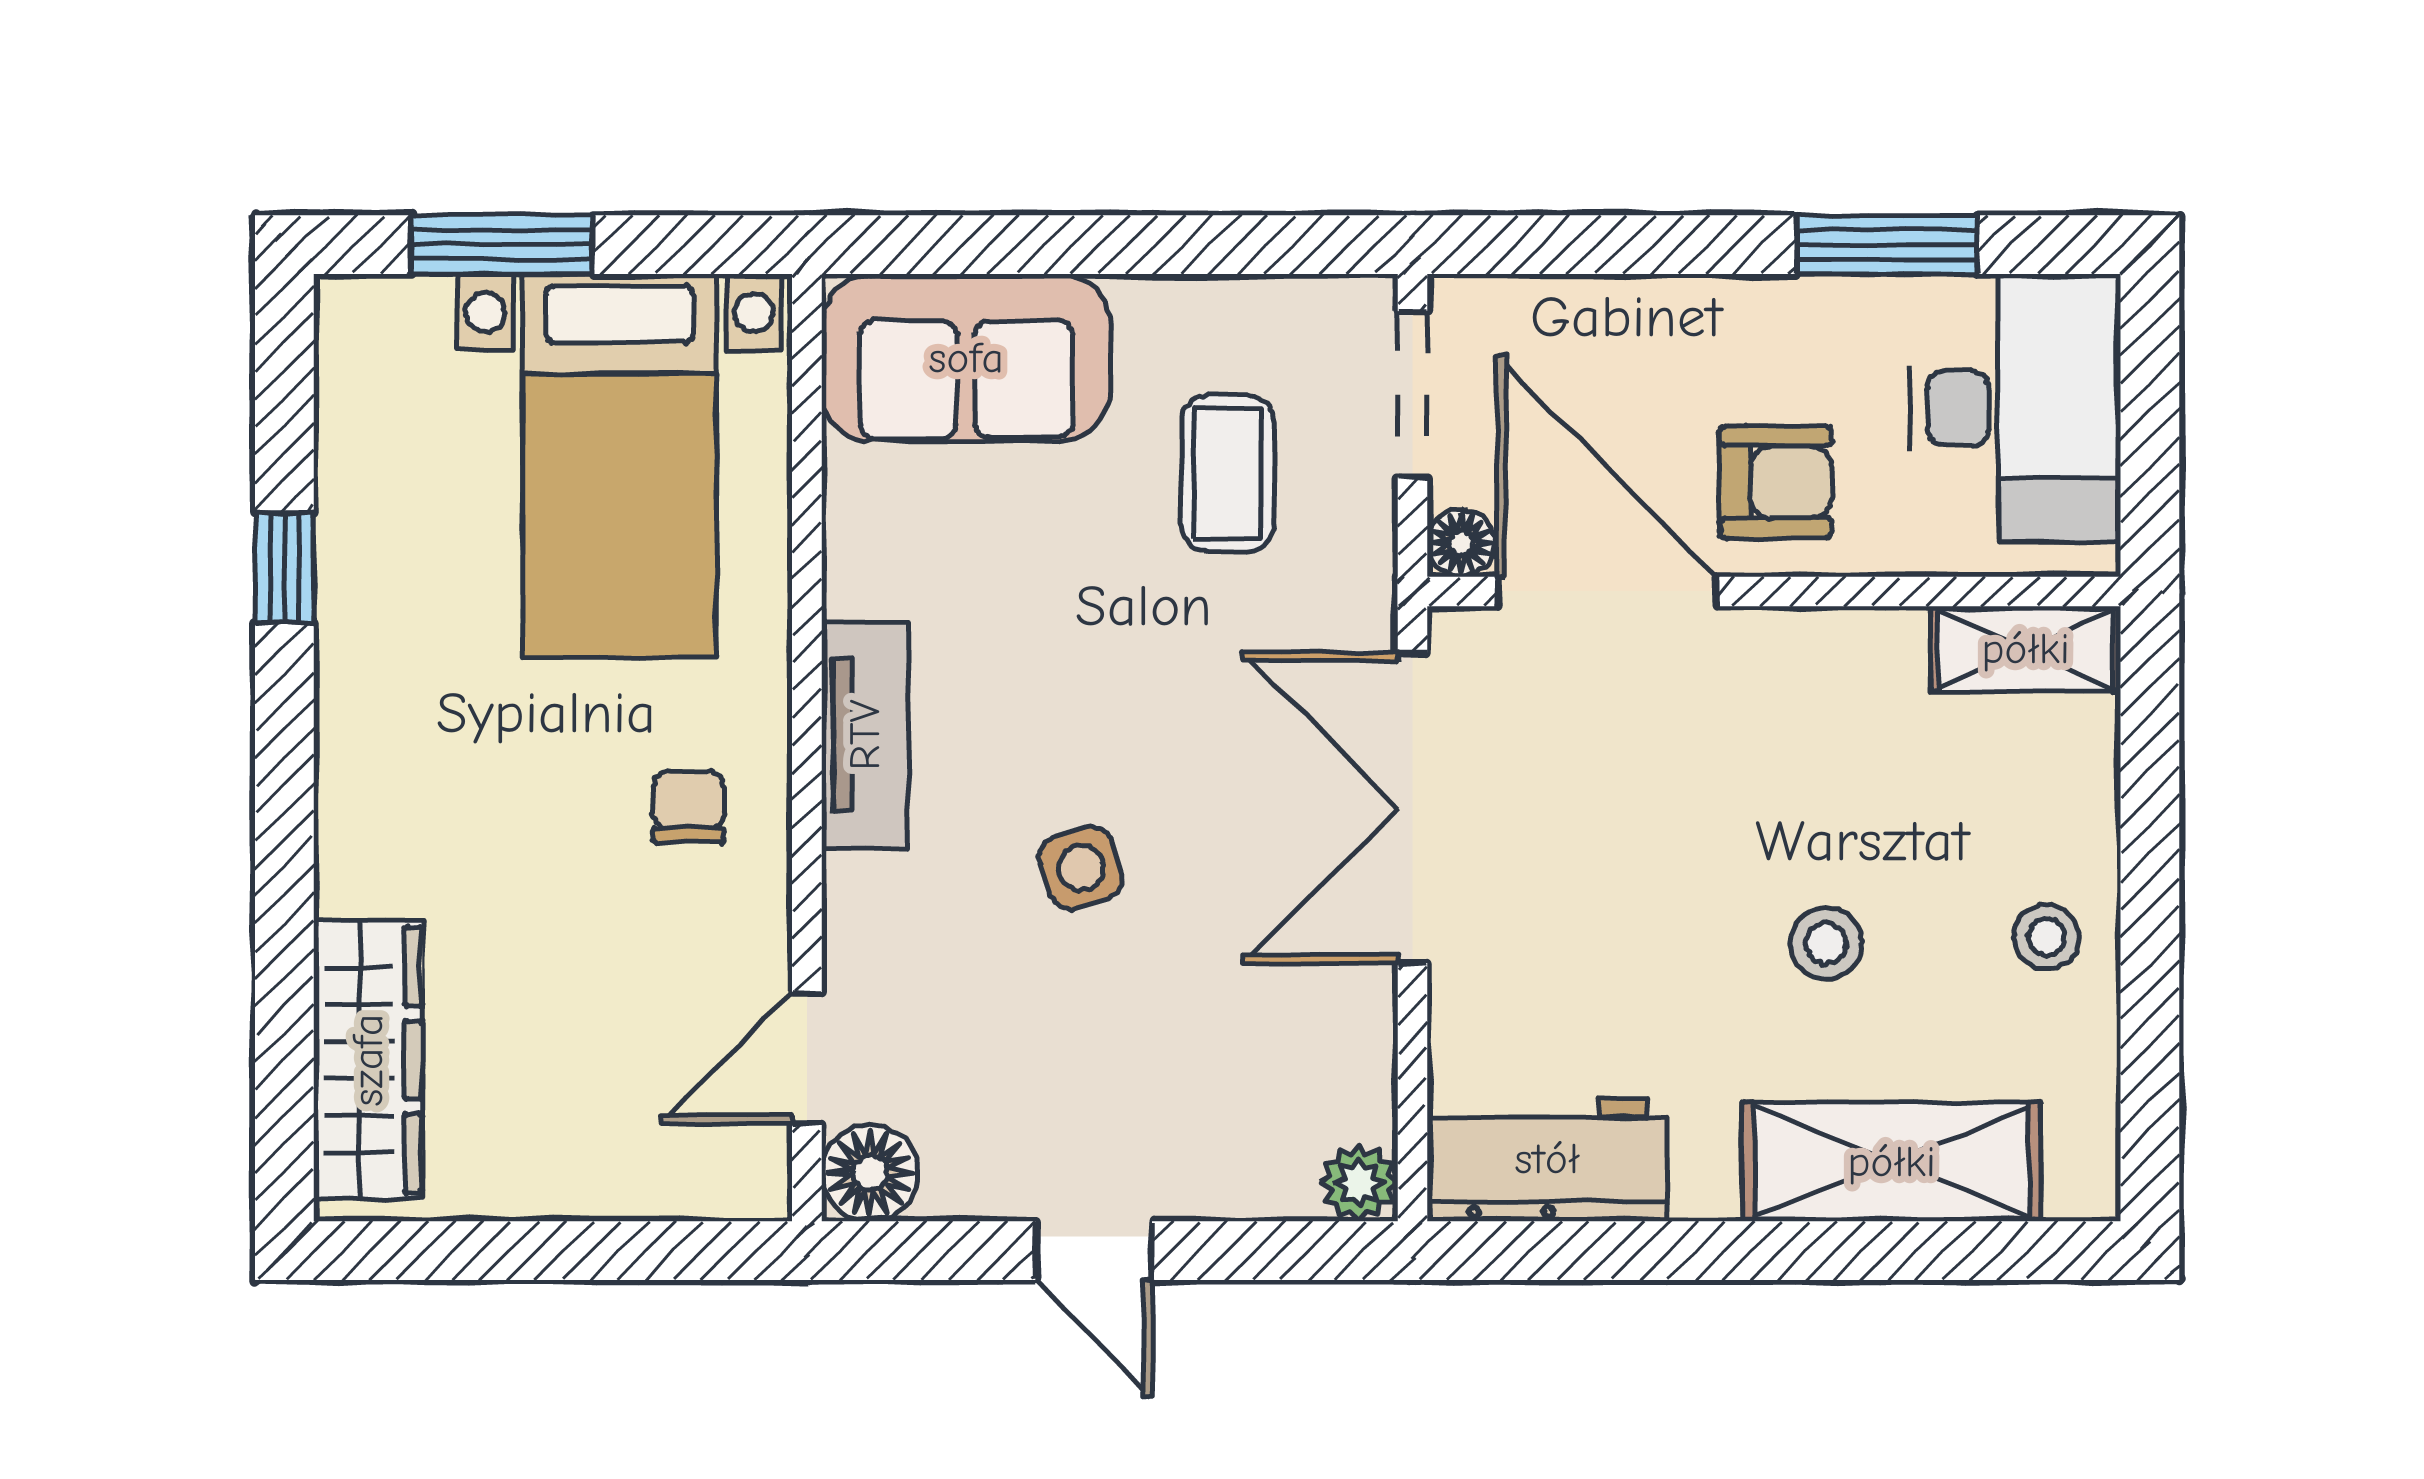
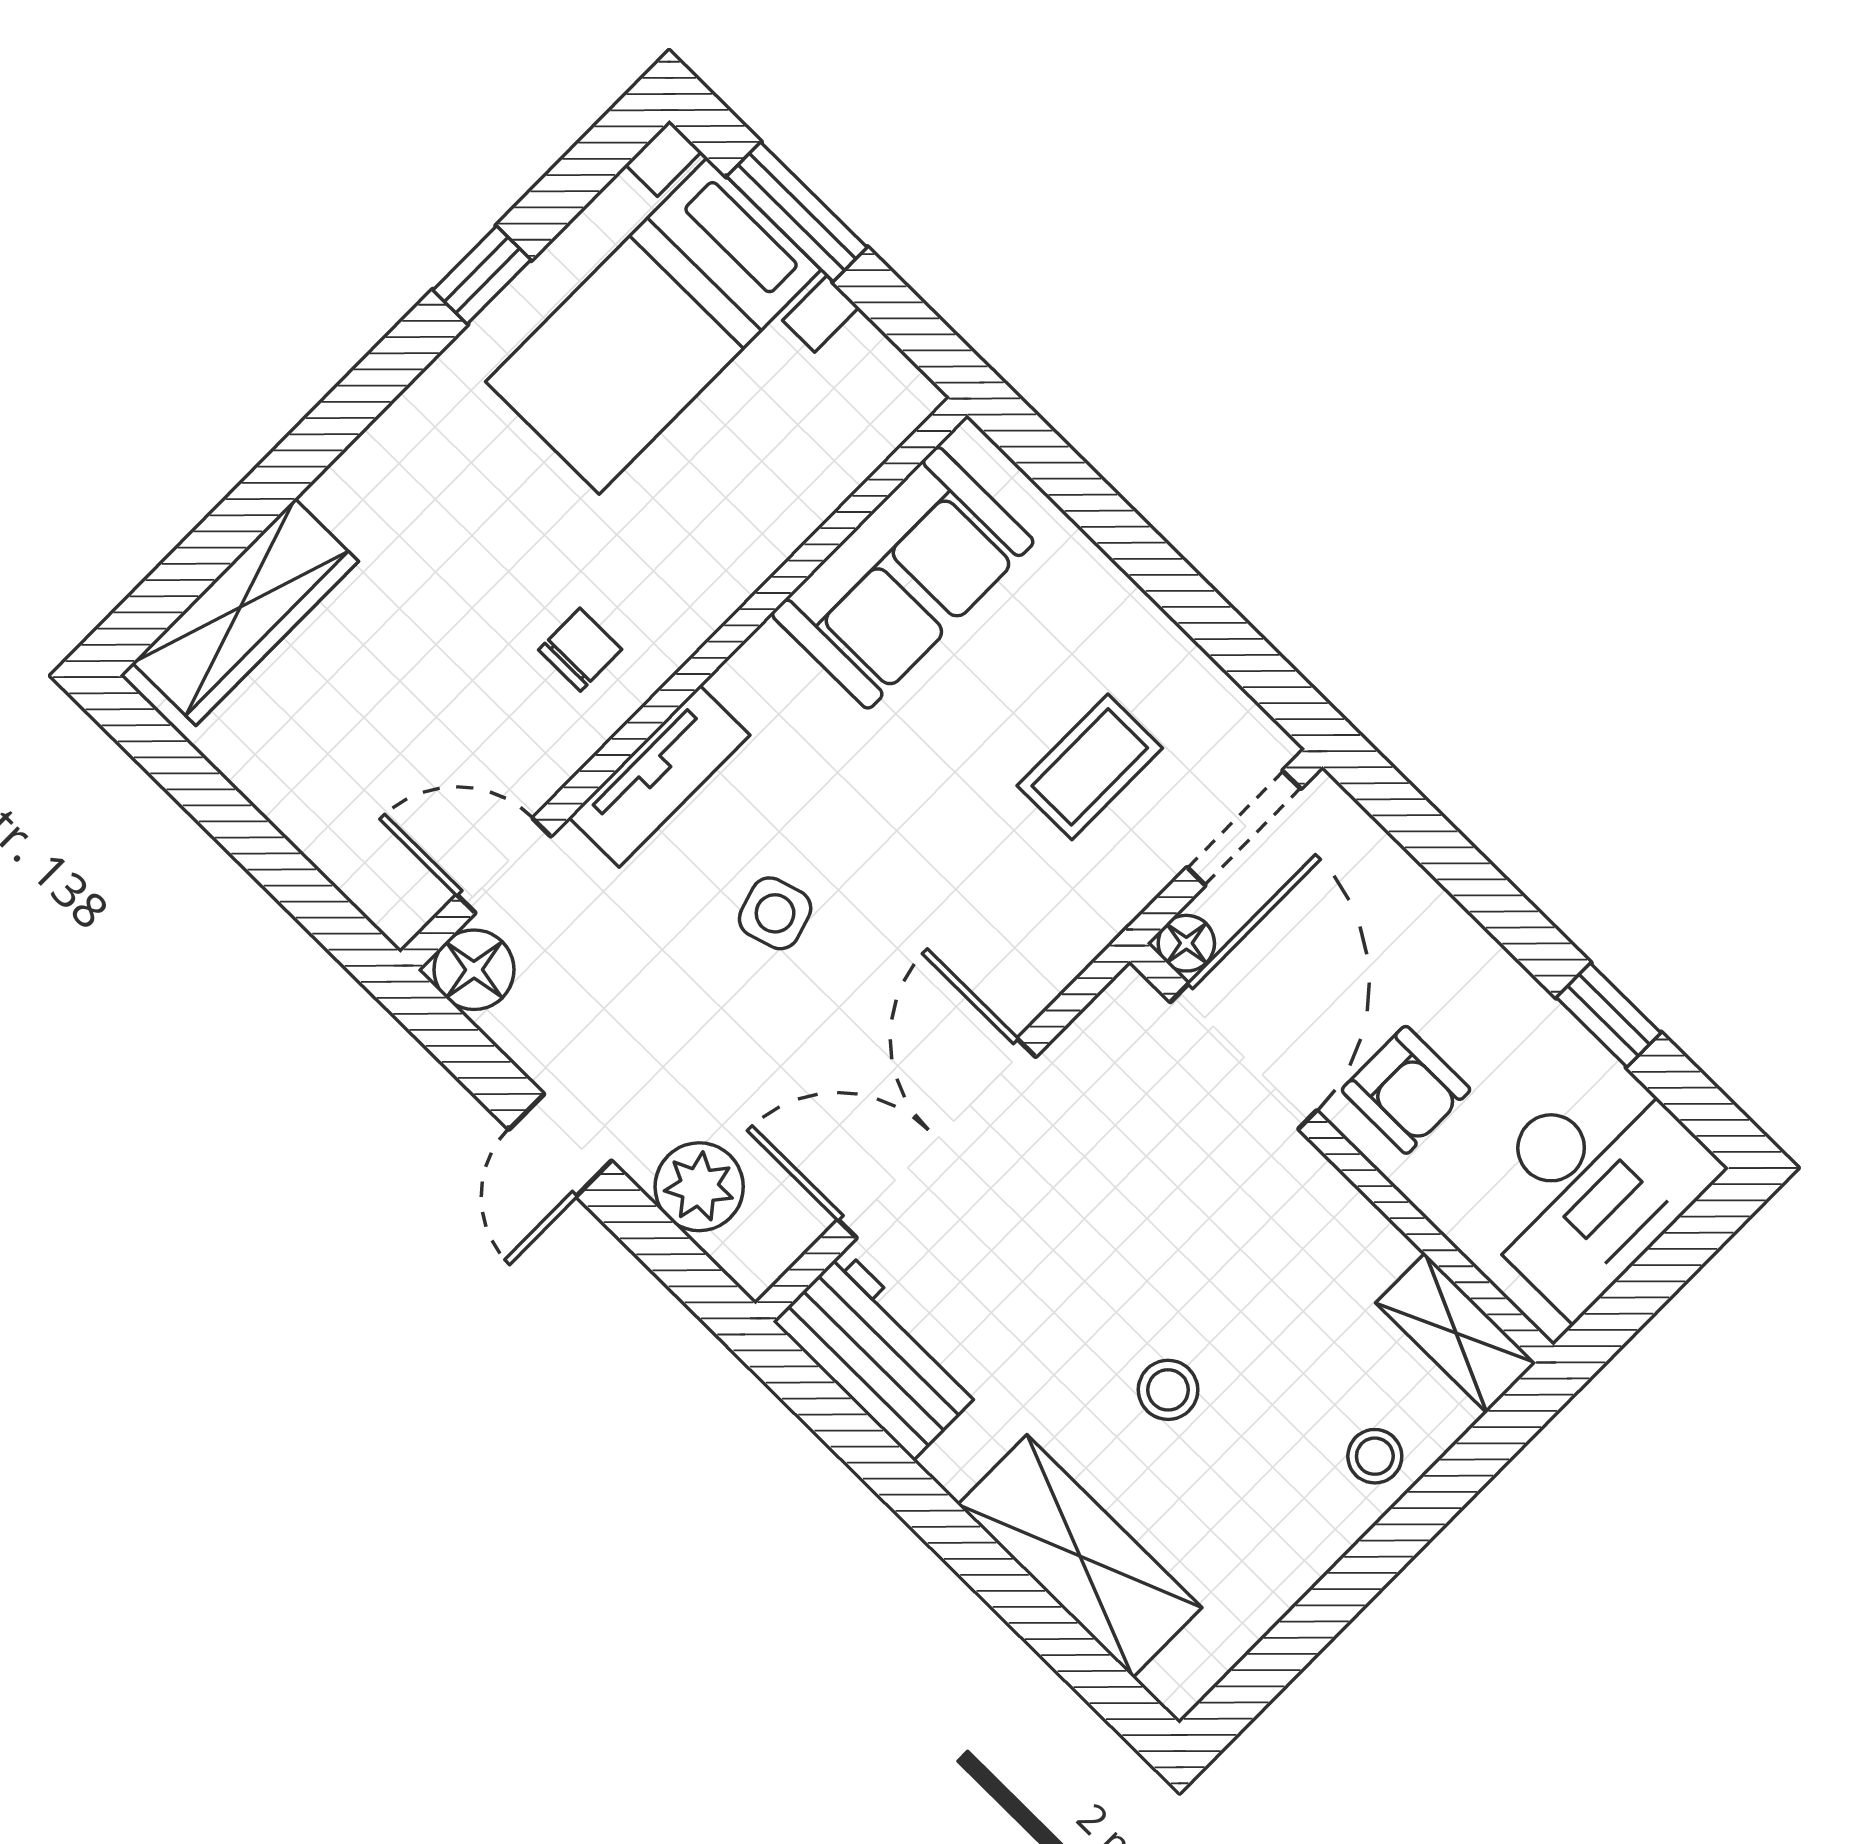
window: (1886, 245) -> (1609, 1015), width x0.67
sofa: (966, 358) -> (903, 578), moved, turned -90
bed with nightstands: (620, 465) -> (653, 326), moved
tv unit: (865, 735) -> (659, 776), moved
double door: (1412, 808) -> (937, 1138), moved
stool: (2046, 937) -> (1375, 1456), moved
plant: (1359, 1183) -> (699, 1187), moved, width x1.38, depth x1.38

